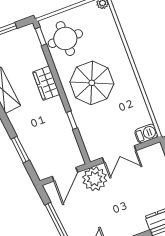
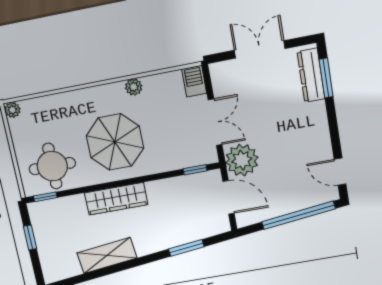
wardrobe: (46, 83) -> (116, 199), width x1.50
plant: (135, 90) -> (134, 87), added
window: (72, 120) -> (195, 170), moved

